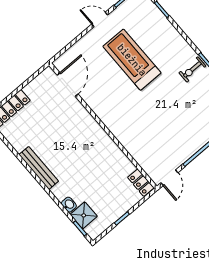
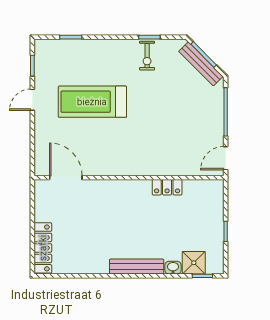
bench: (39, 168) -> (137, 267), moved
door: (169, 178) -> (226, 158), swing flipped
locker: (141, 183) -> (167, 187), moved

